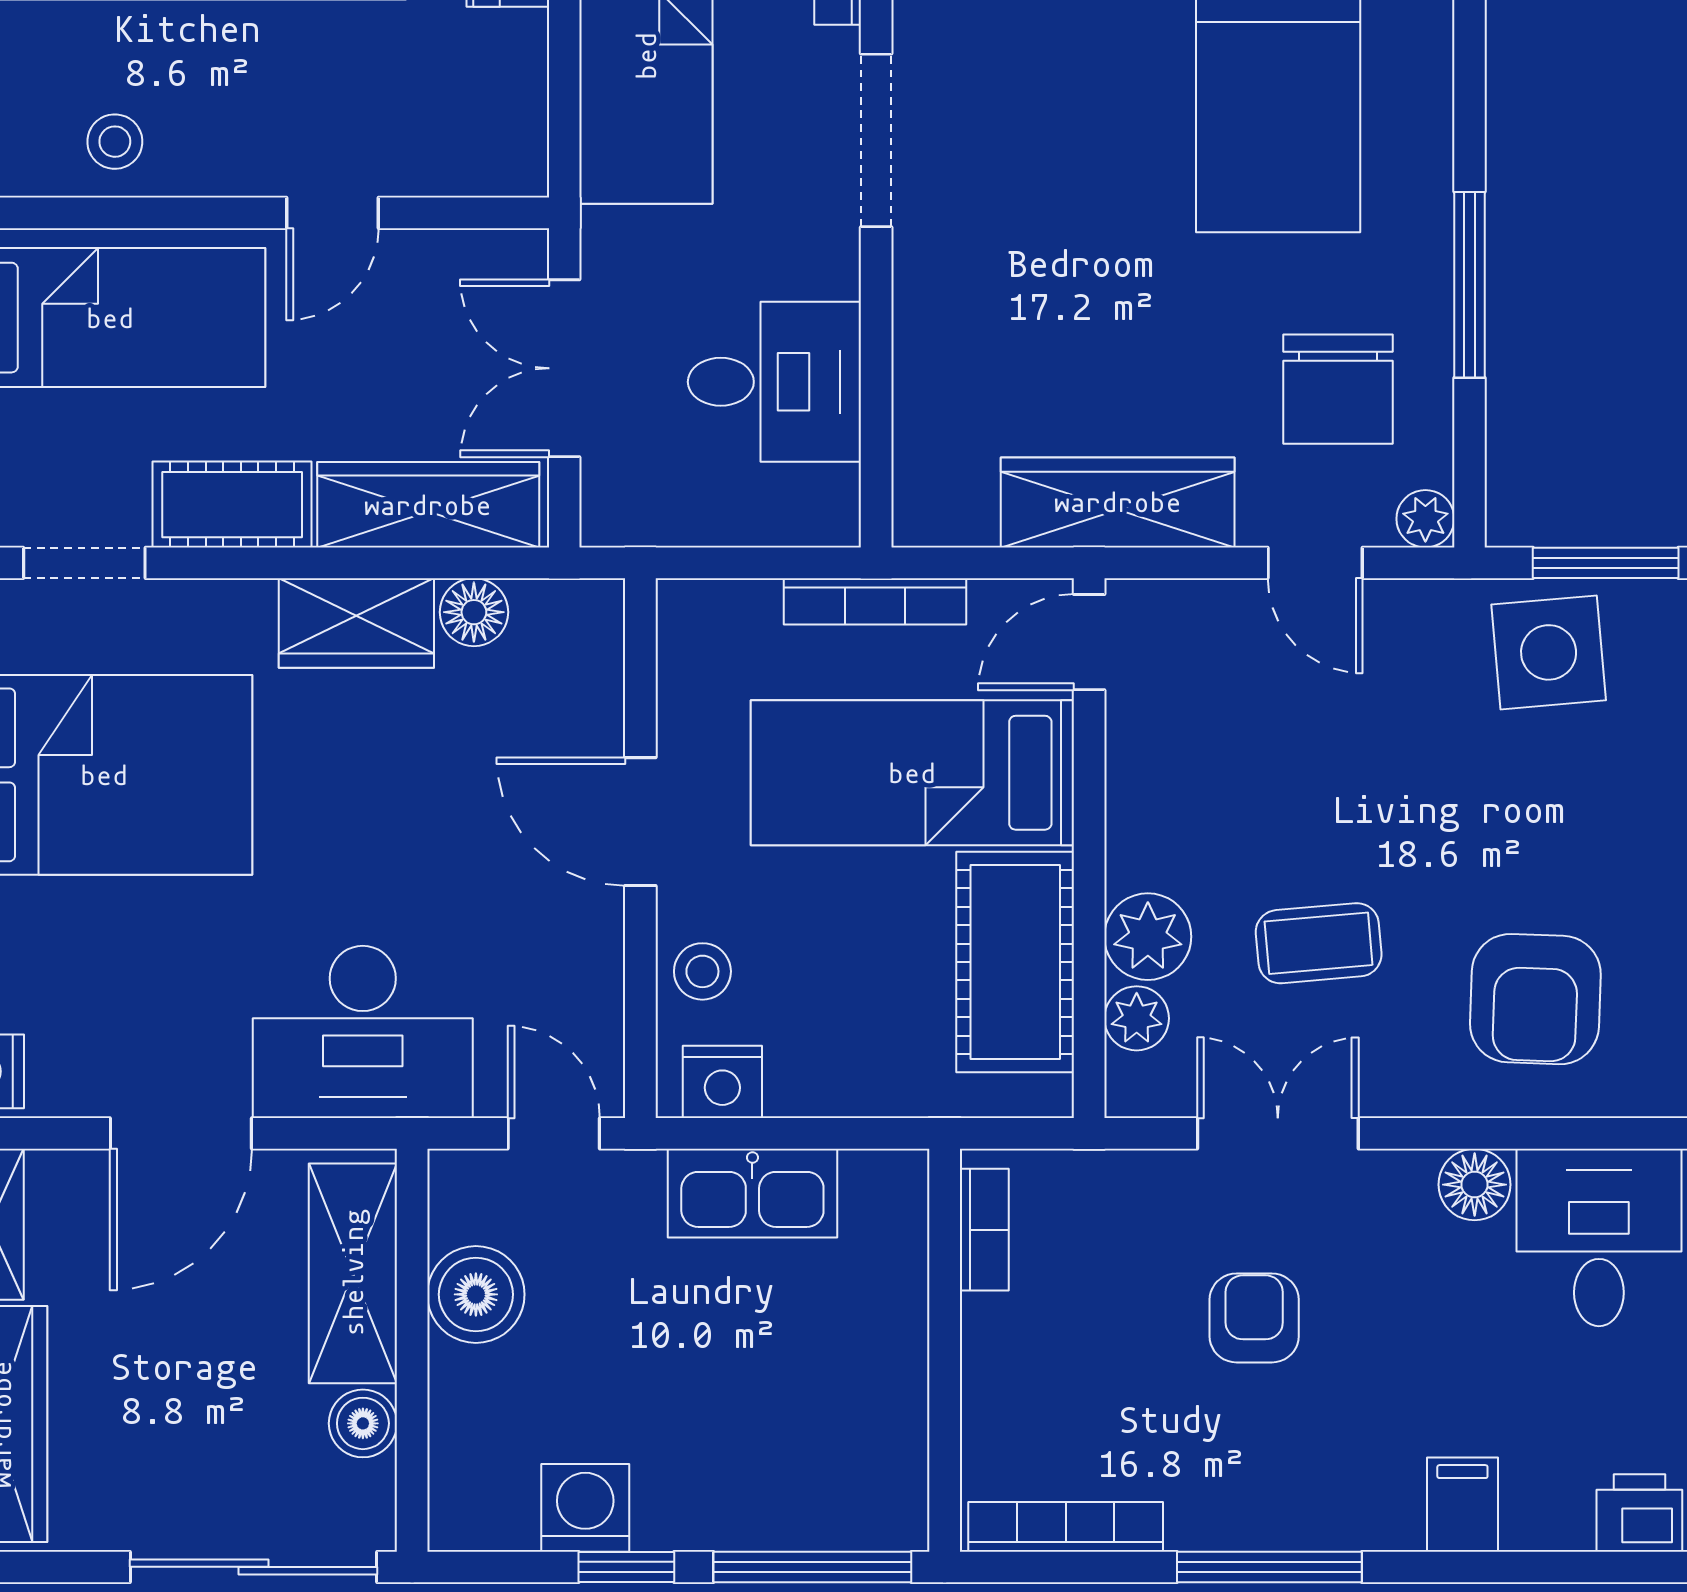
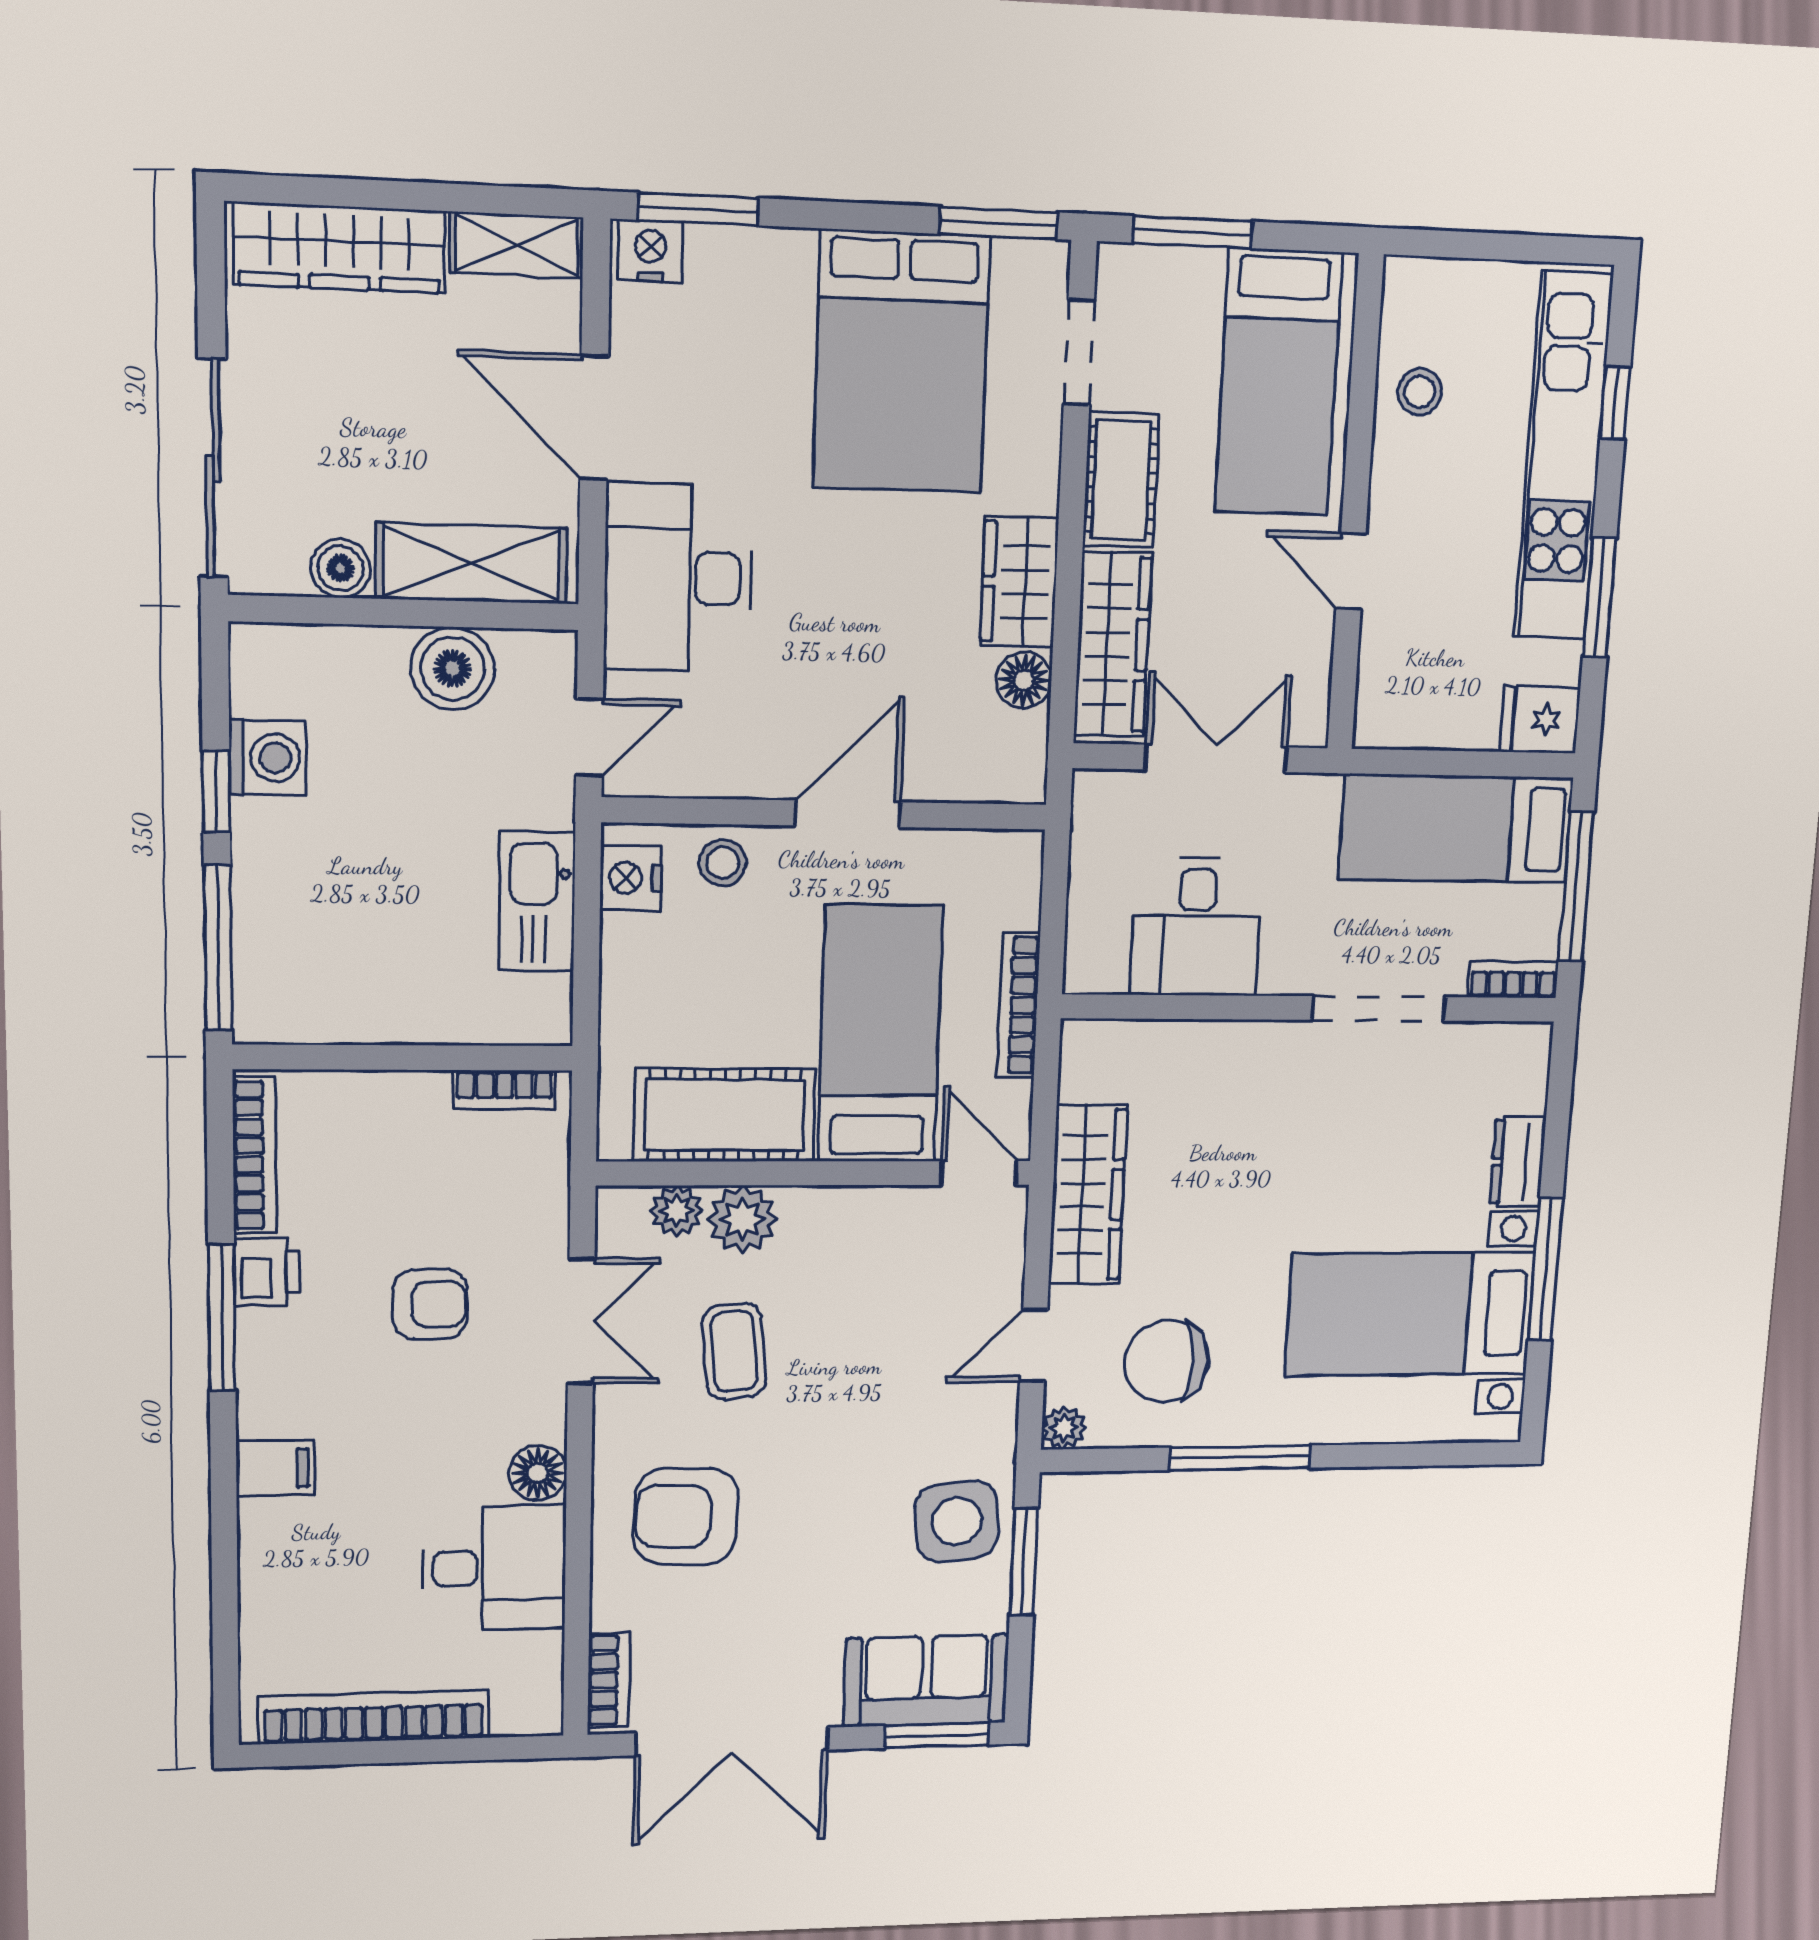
printer: (1639, 1513) -> (267, 1272), moved

